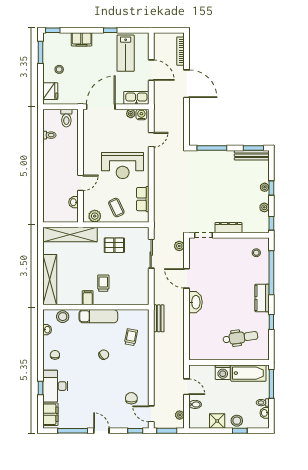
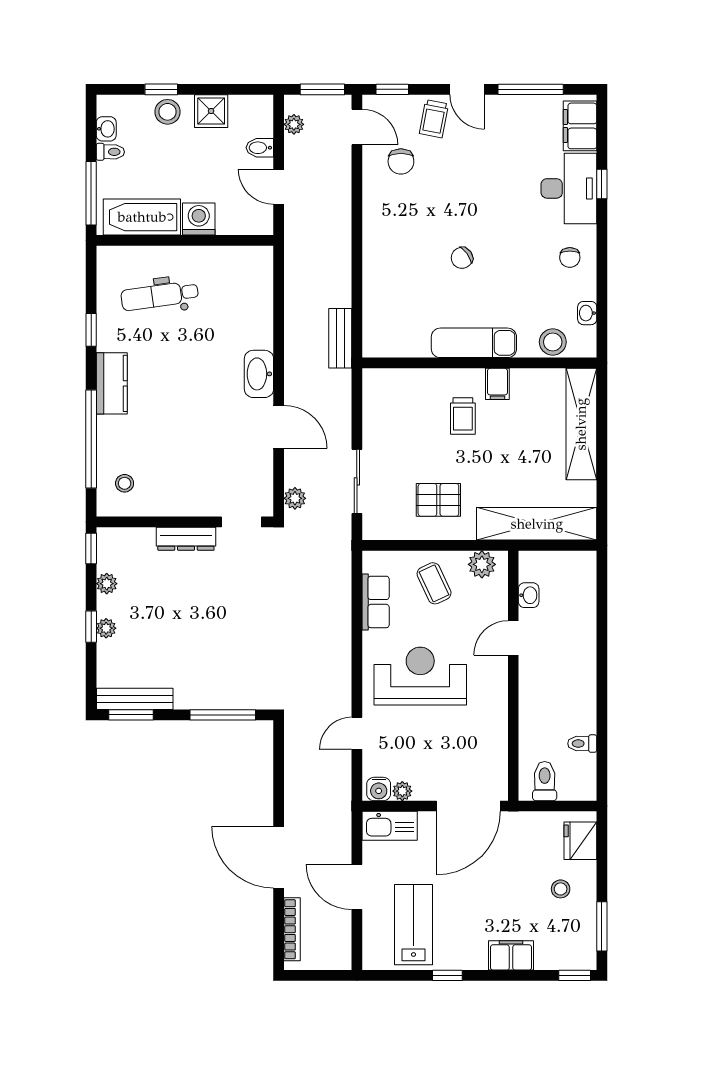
trolley: (131, 337) -> (434, 119), moved

